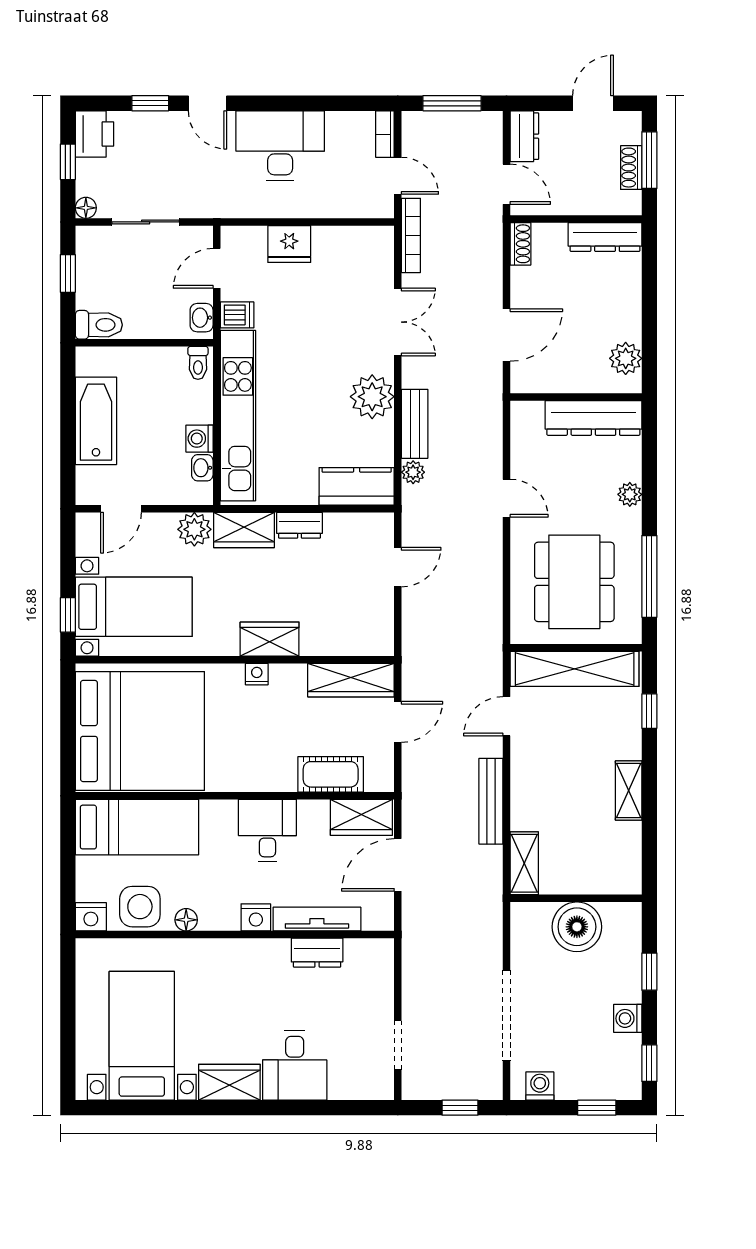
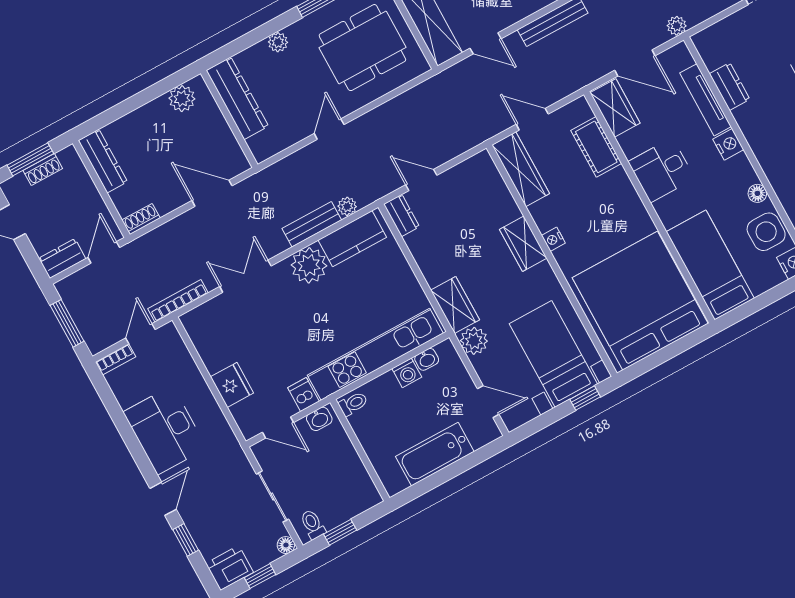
toilet: (99, 325) -> (313, 524), moved, width x0.73, depth x0.72
kitchen counter: (357, 486) -> (352, 239), moved, turned -90
dresser: (300, 525) -> (402, 215), moved
plant: (413, 932) -> (677, 26), added

